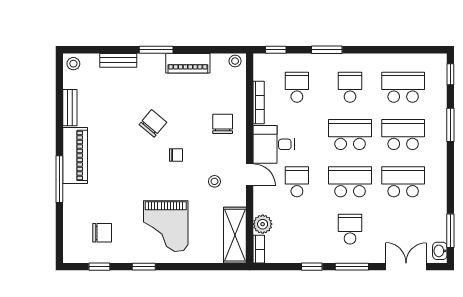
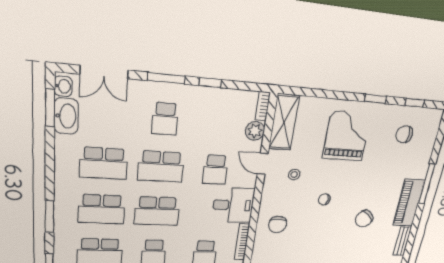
chair: (153, 123) -> (364, 219), moved
door: (250, 175) -> (263, 164), moved
washbasin: (437, 224) -> (66, 116), added

